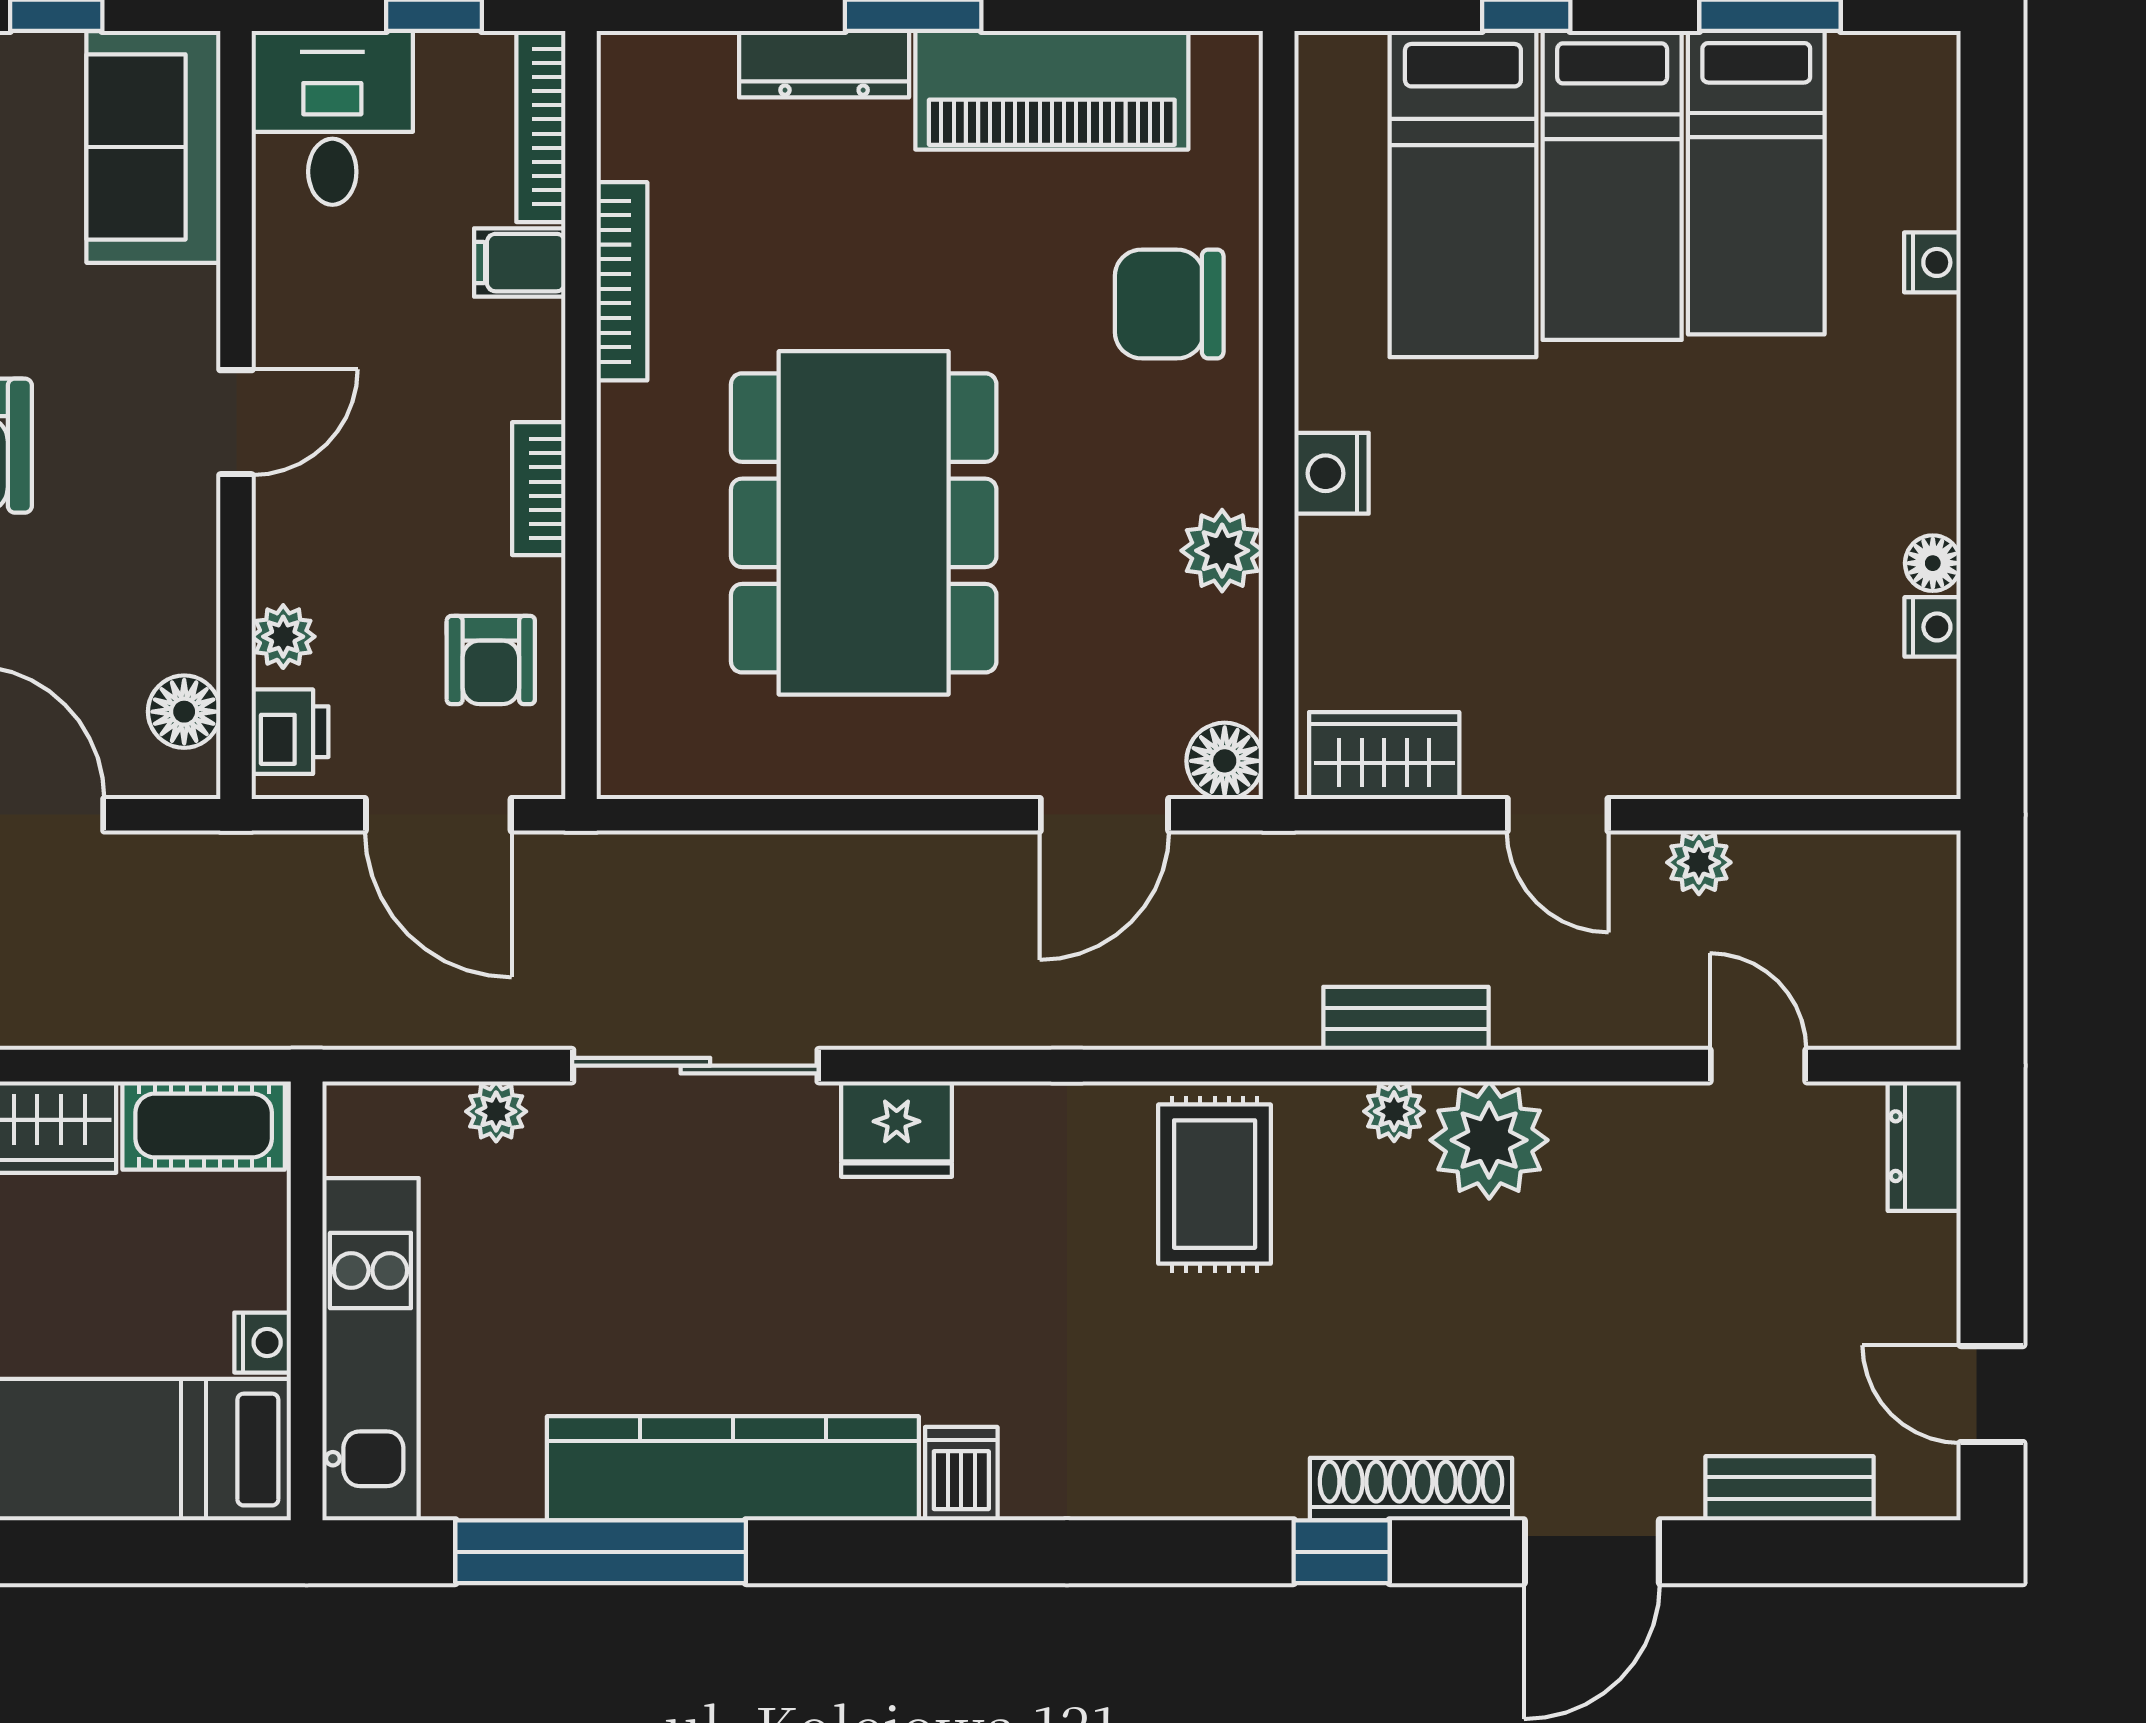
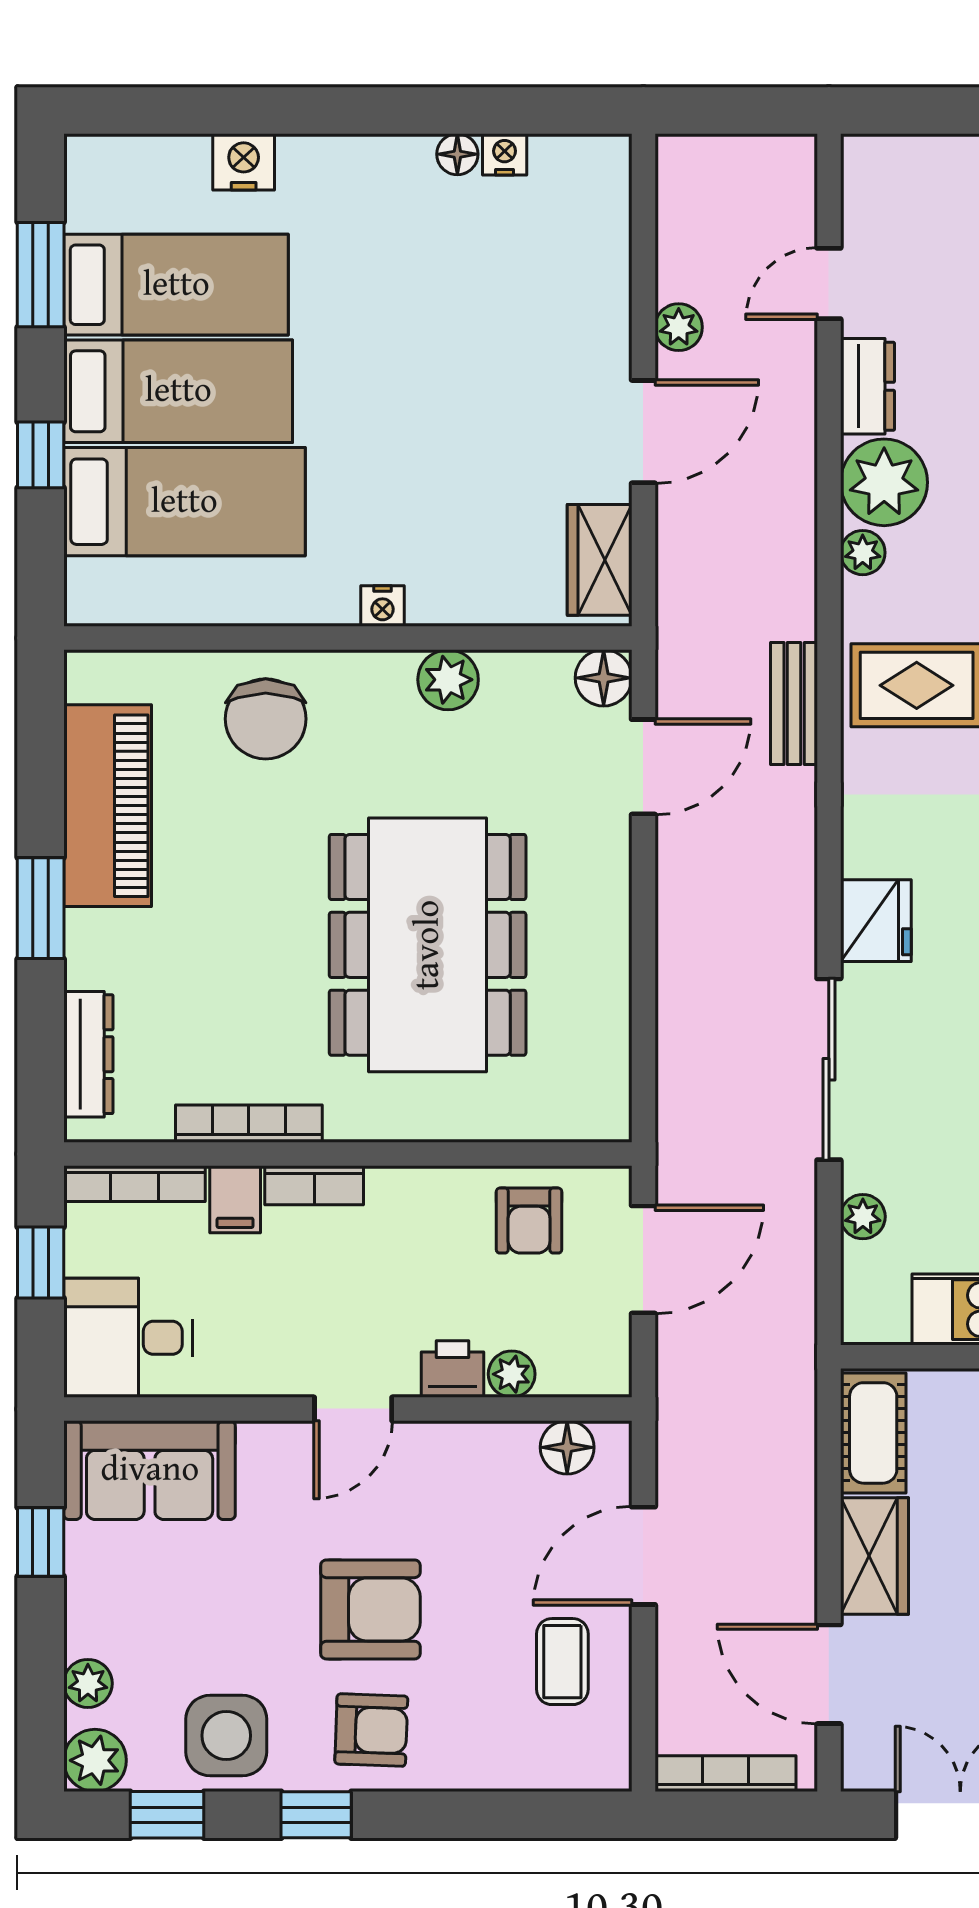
dresser: (824, 64) -> (88, 1054), moved
nightstand: (1932, 262) -> (244, 162), width x1.39, depth x1.35
door: (236, 422) -> (353, 1409), swing flipped
nightstand: (1331, 473) -> (383, 606), width x0.72, depth x0.74
bookcase: (539, 489) -> (314, 1185), moved
dining table: (864, 523) -> (428, 945), turned 90
armchair: (491, 660) -> (529, 1221), turned 90
printer: (290, 732) -> (453, 1369), moved
door: (1104, 815) -> (643, 767), hinge flipped
door: (1558, 815) -> (643, 432), width x1.38
bench: (1406, 1018) -> (794, 703), moved
dresser: (1924, 1146) -> (868, 386), moved, turned -90

